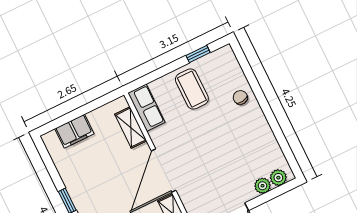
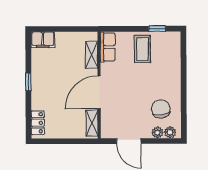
chair: (240, 97) -> (161, 109), moved, width x1.87, depth x1.87
filing cabinet: (74, 131) -> (43, 40), moved

